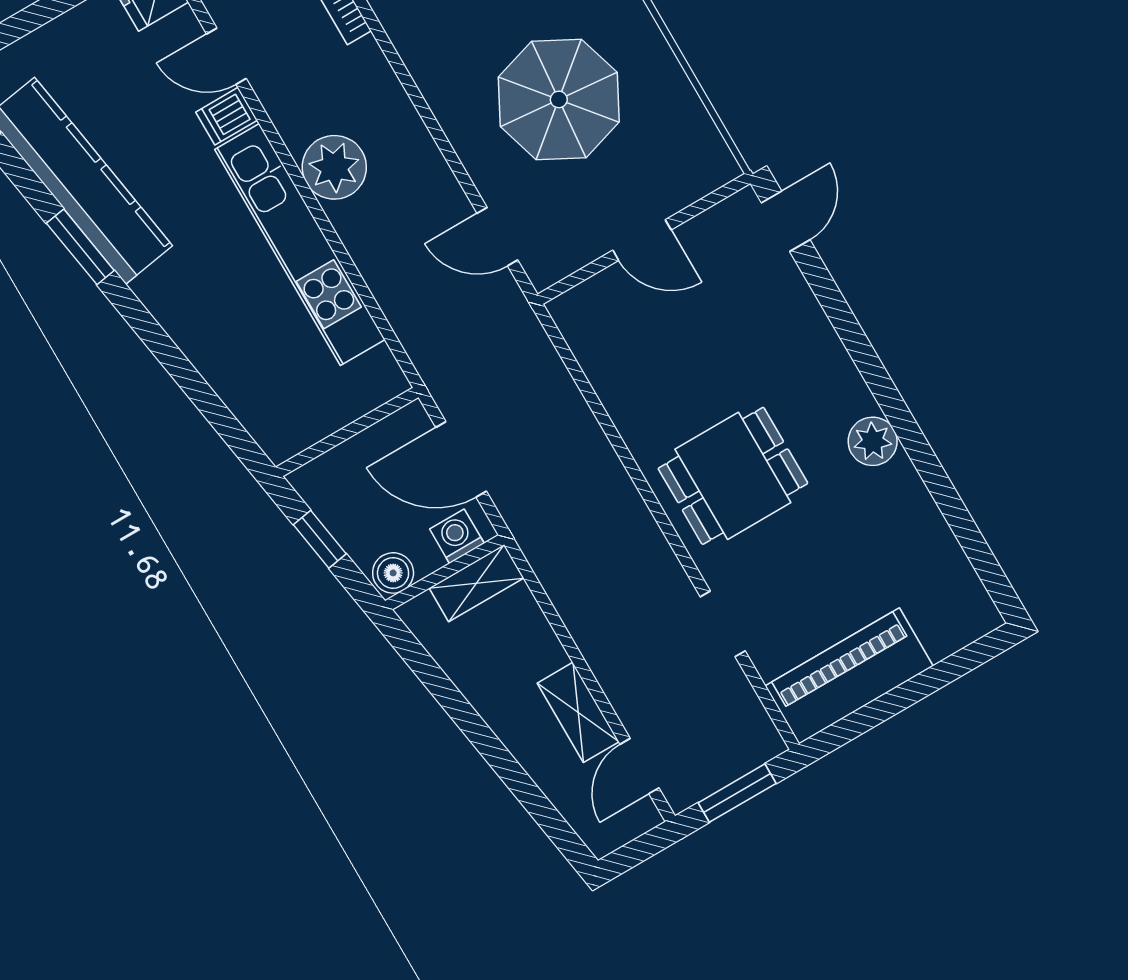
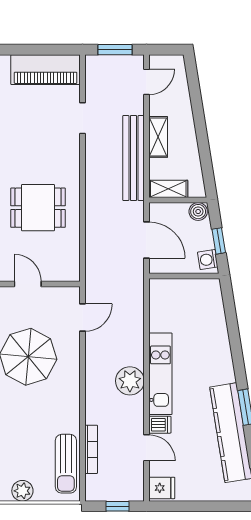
door: (497, 237) -> (83, 318), hinge flipped
kitchen unit: (300, 245) -> (160, 374), width x0.73
dining table: (733, 476) -> (38, 208), moved
washing machine: (457, 536) -> (208, 259), moved, turned 81
bench: (579, 604) -> (134, 158), added
shelving: (578, 712) -> (158, 137), moved

